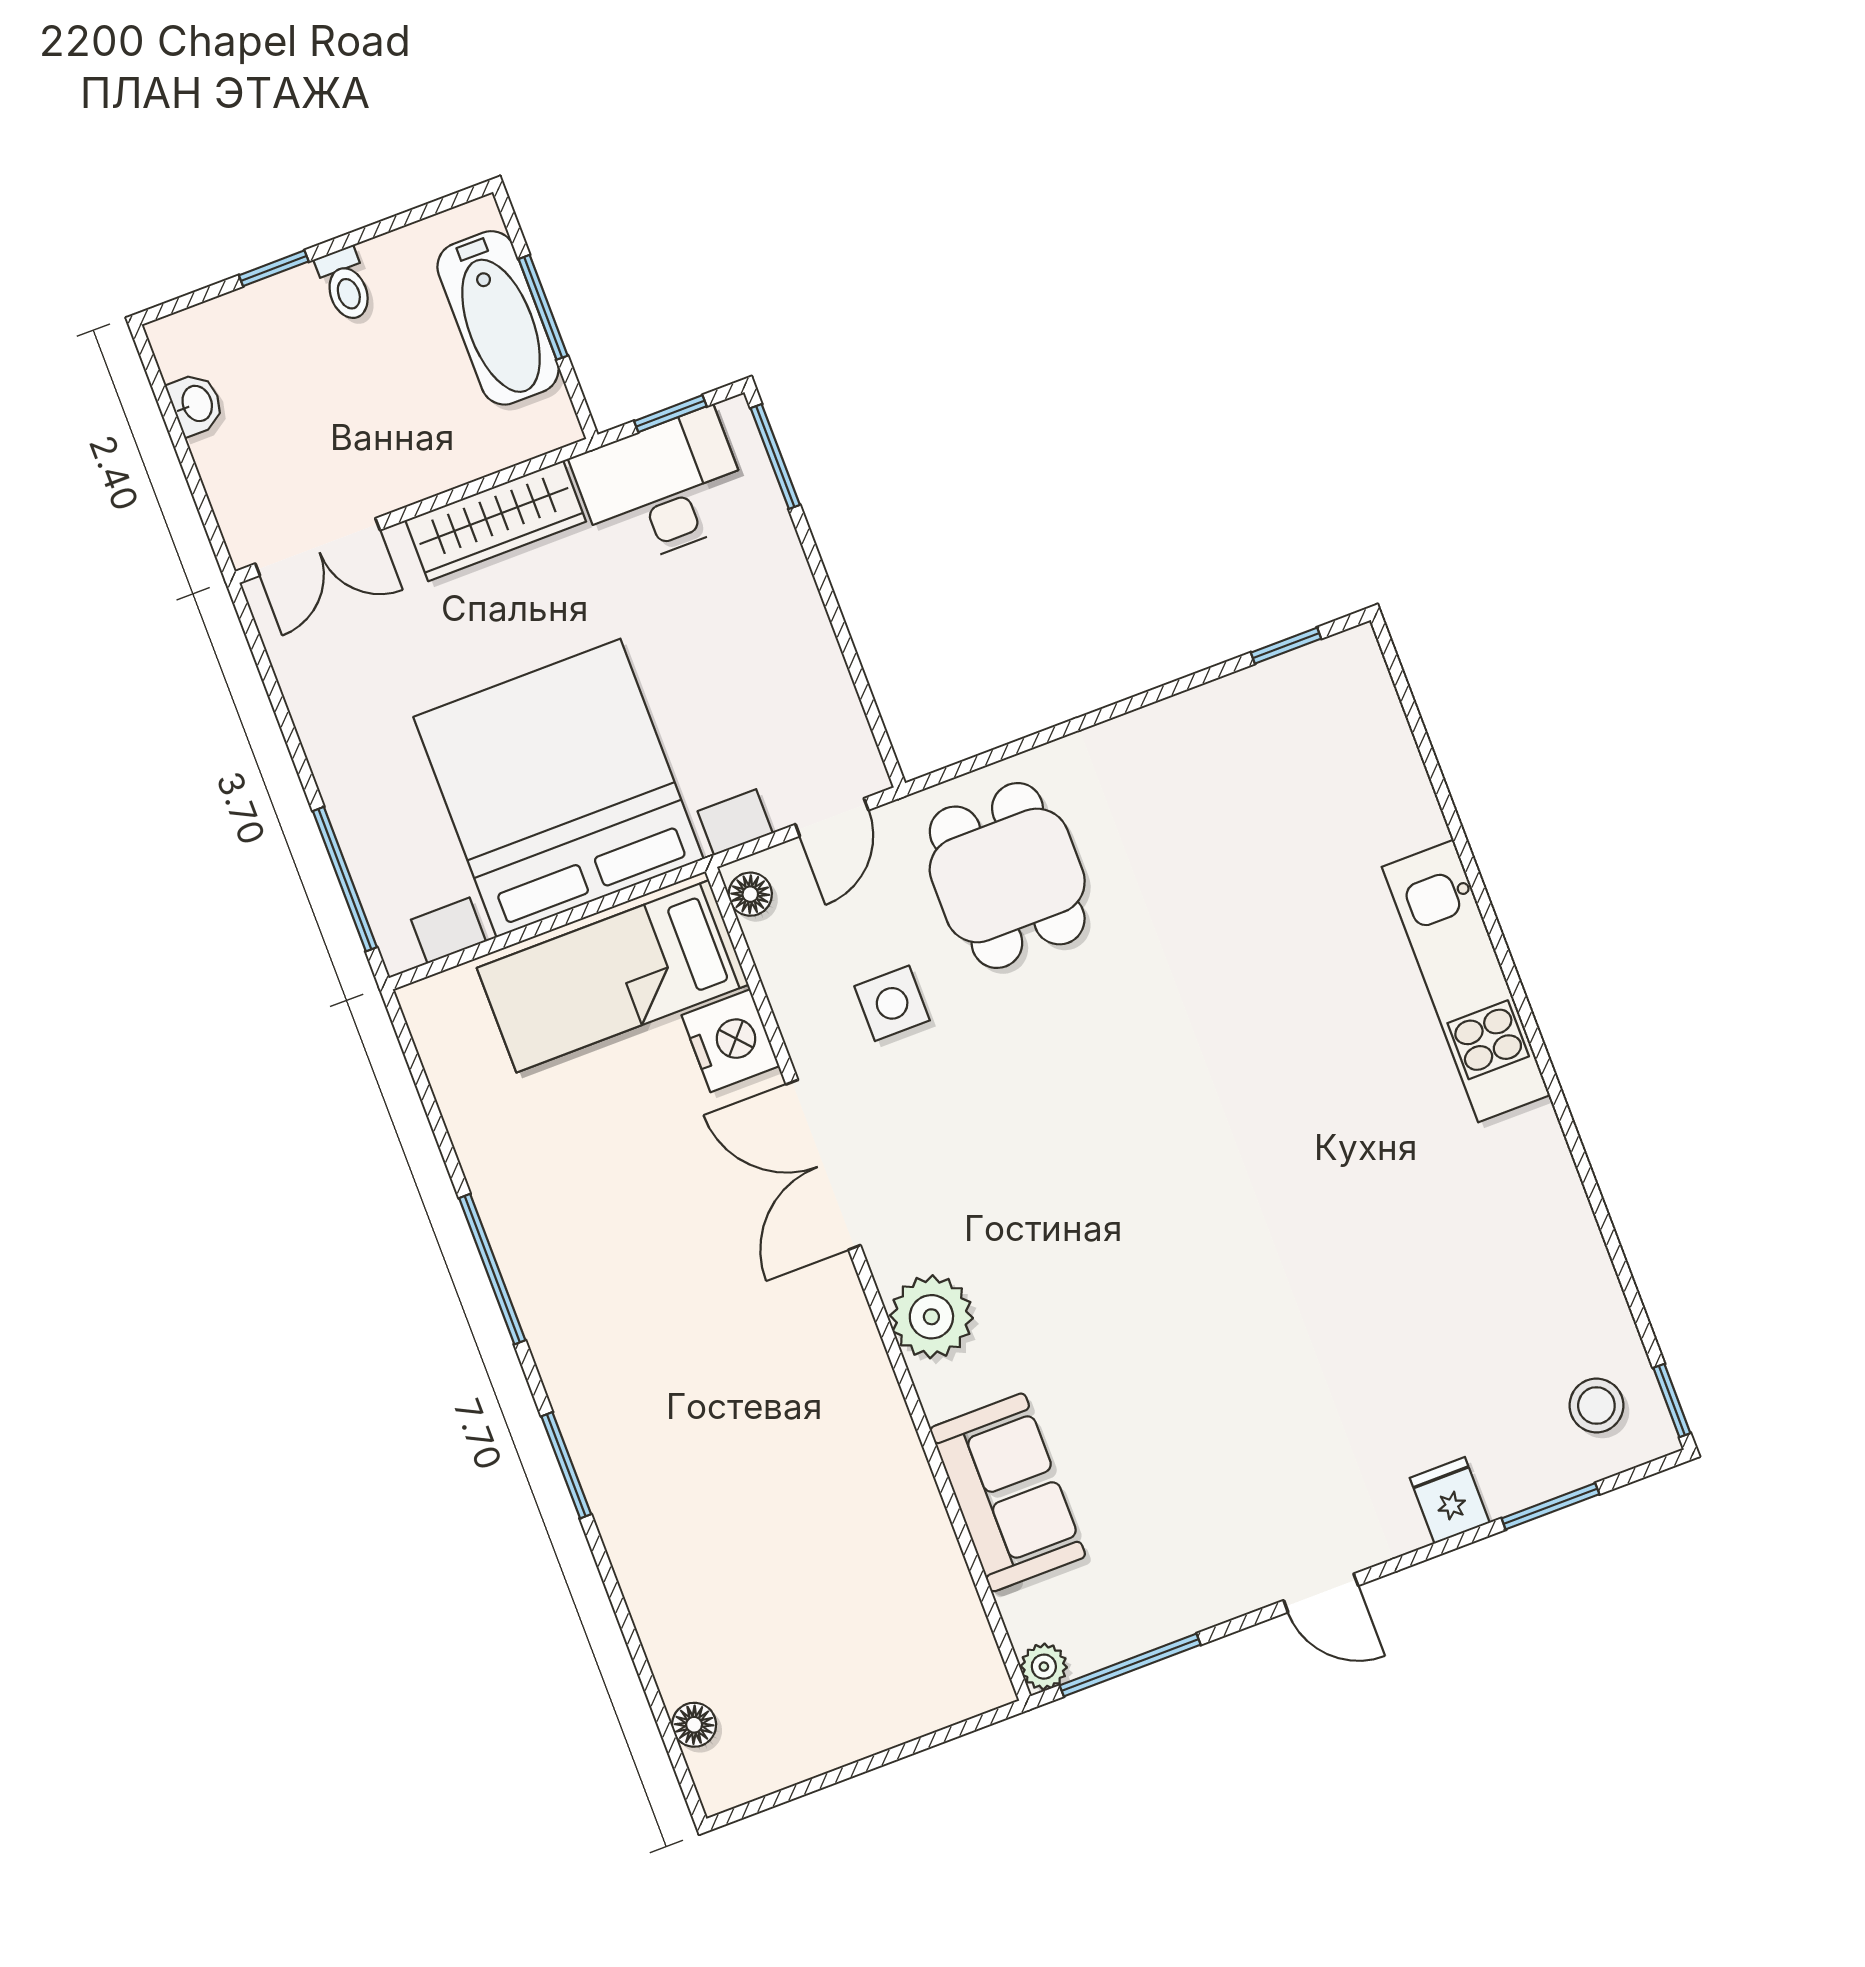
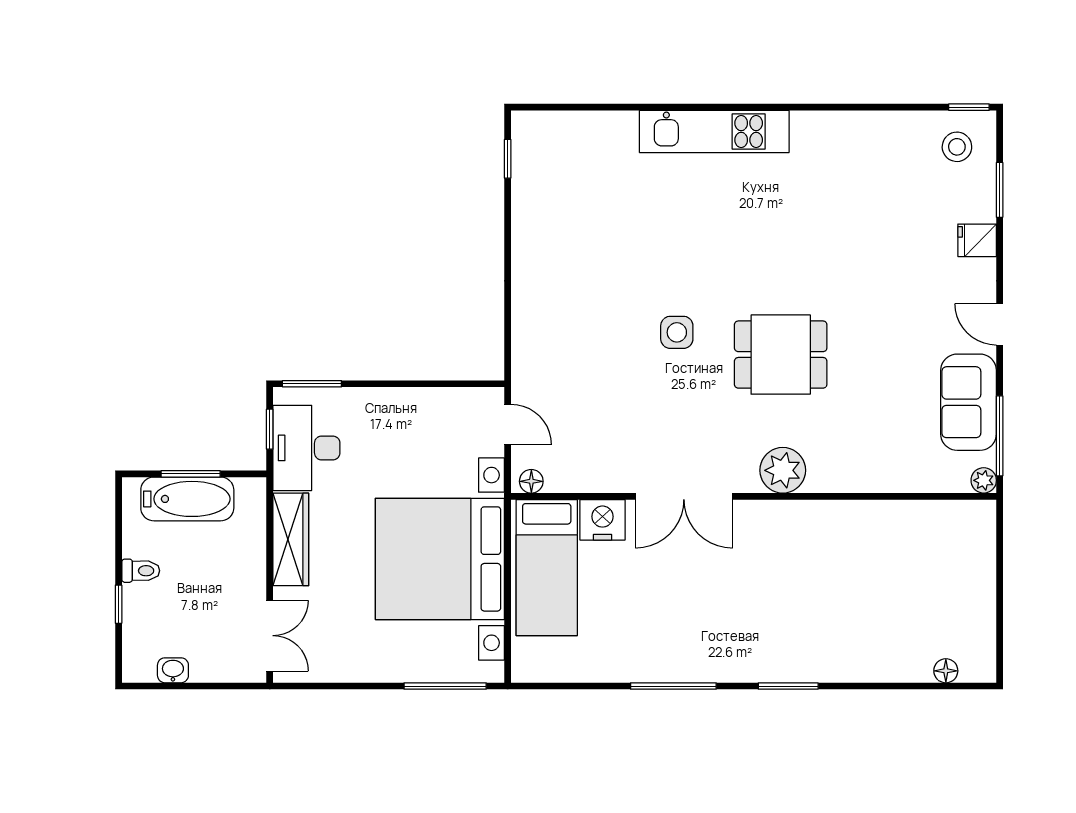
dining table: (1007, 875) -> (781, 355), moved
side table: (892, 1003) -> (677, 332), moved
sofa: (1008, 1492) -> (969, 402), moved, turned -90
door: (1321, 1593) -> (1000, 324), swing flipped

